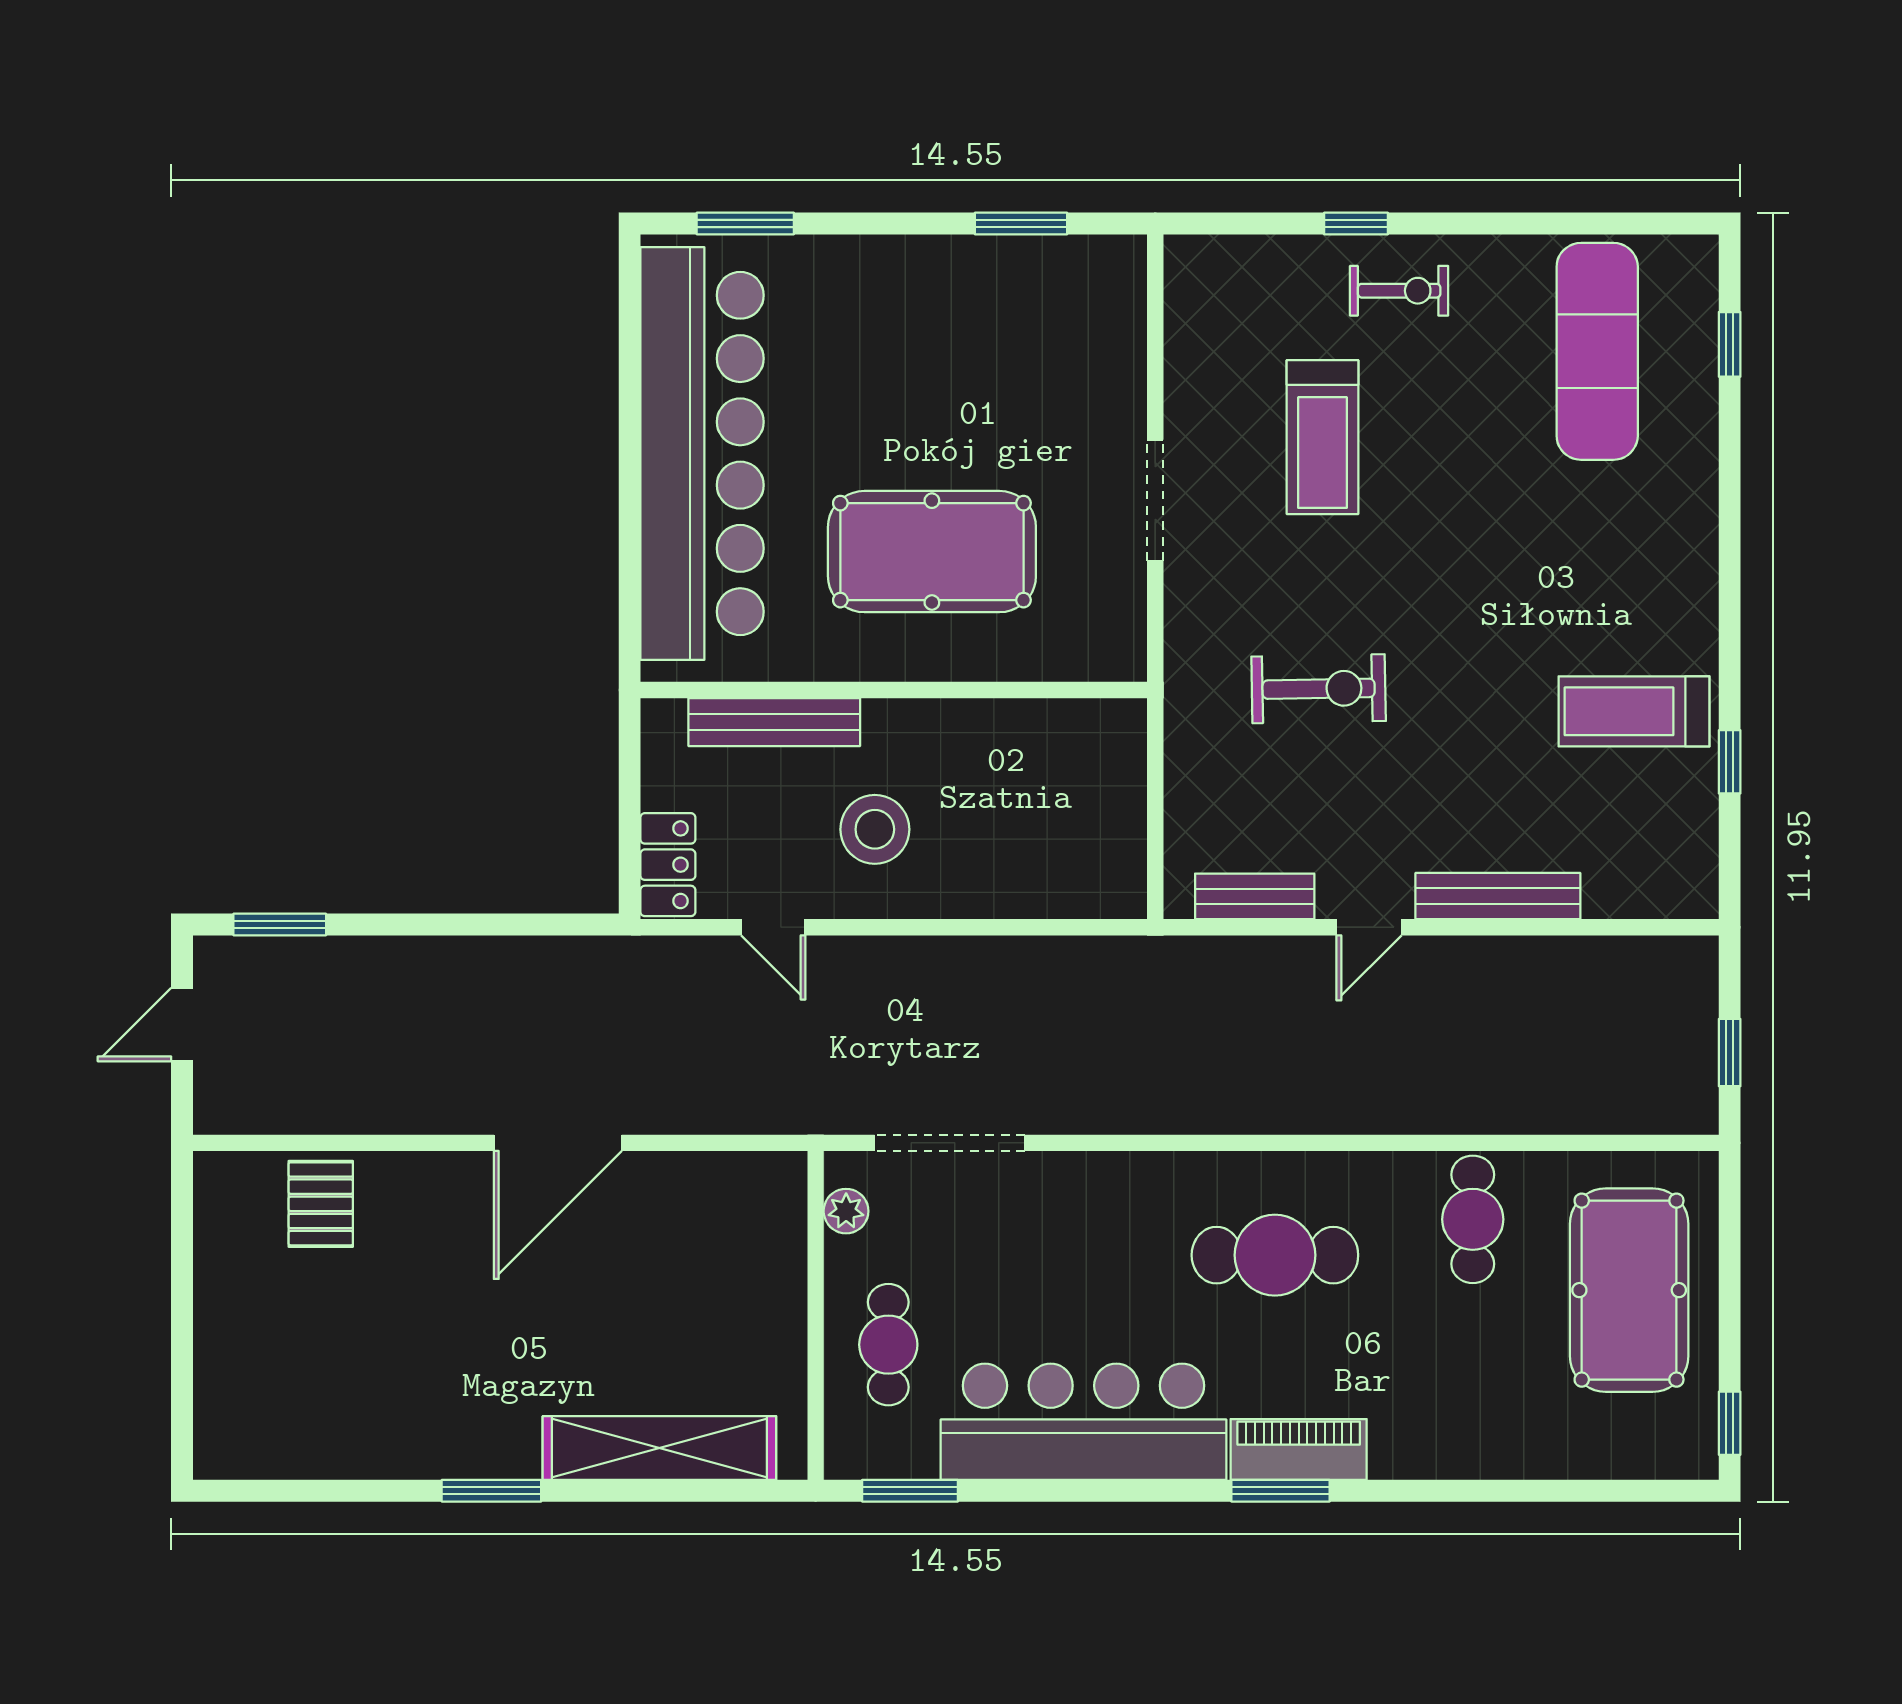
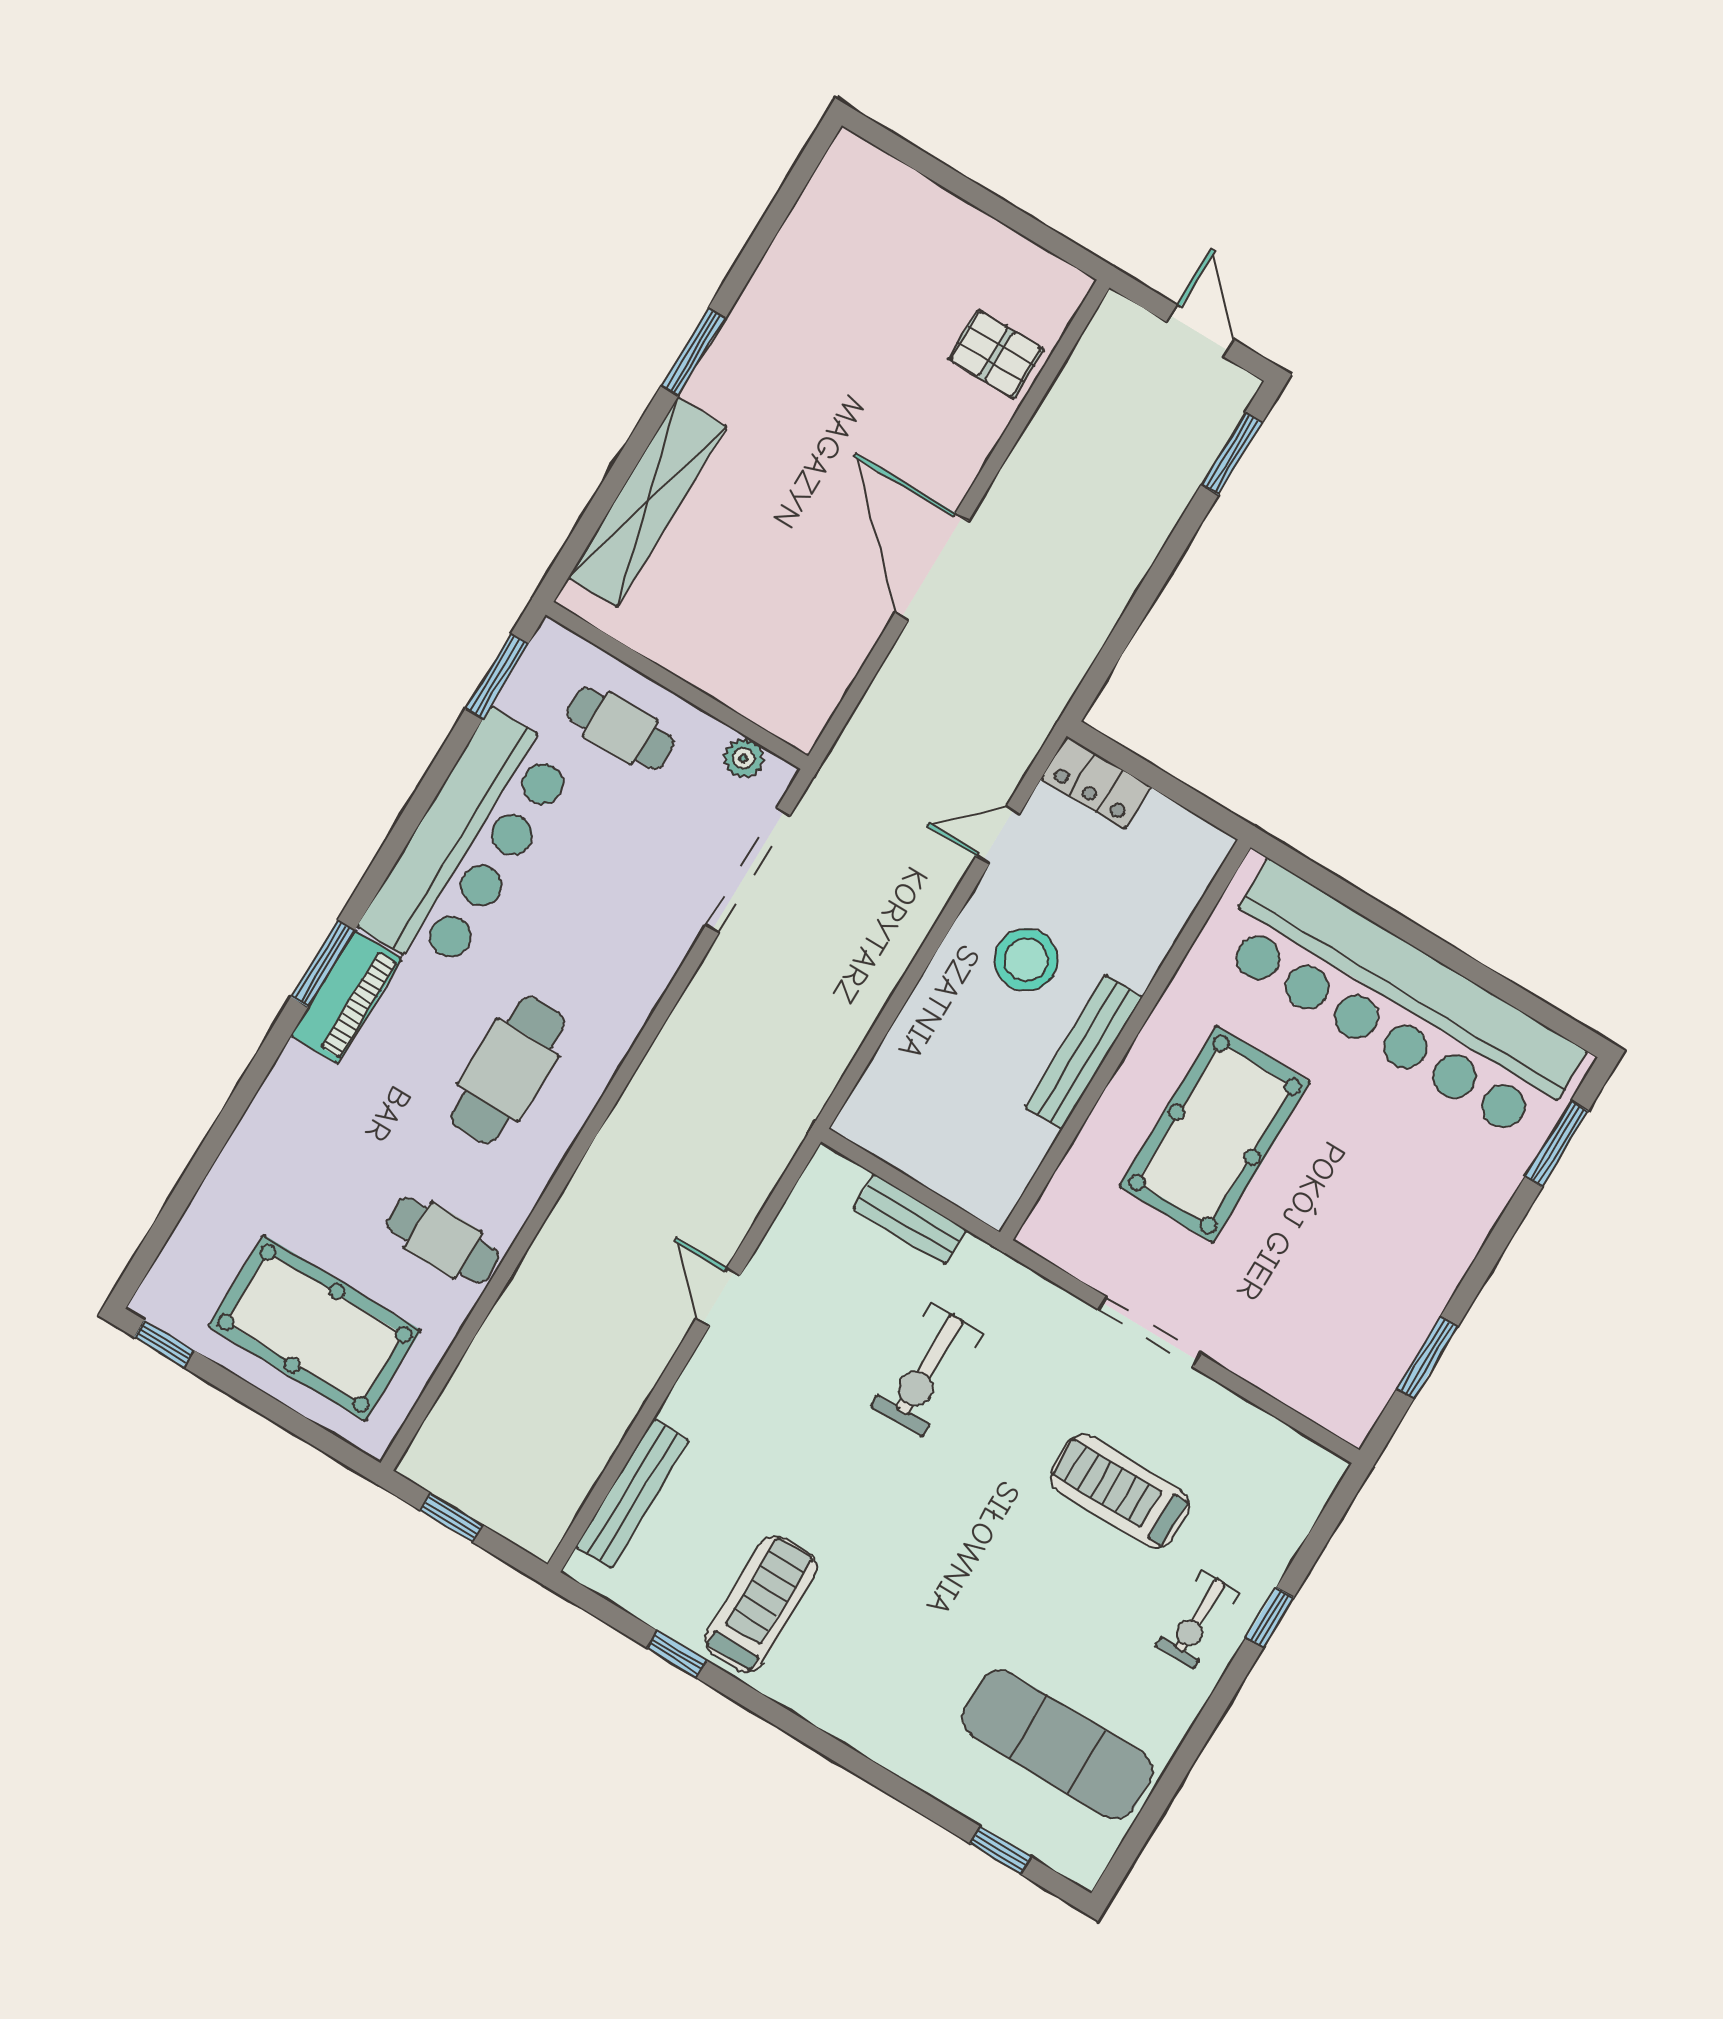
bench: (774, 722) -> (1084, 1052), moved
bench: (1255, 896) -> (910, 1219), moved, turned 90
bench: (1498, 896) -> (632, 1493), moved

